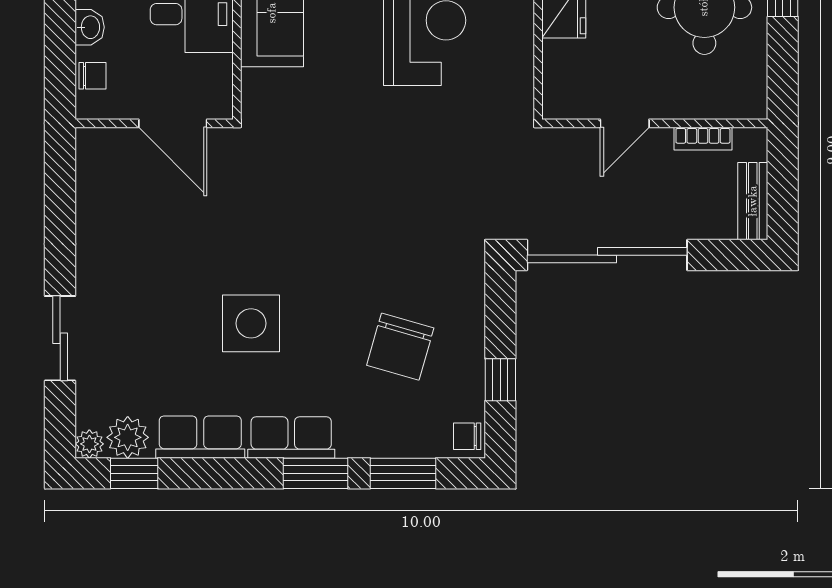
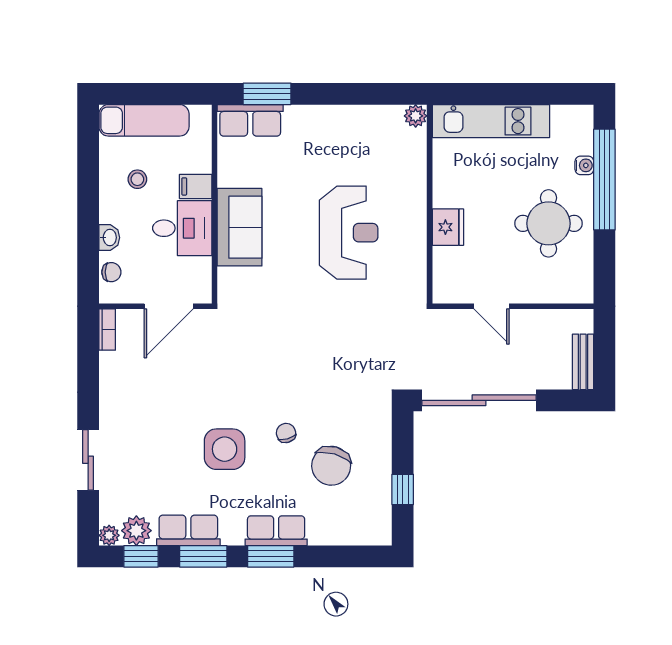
door: (173, 123) -> (169, 306), hinge flipped
door: (625, 123) -> (492, 306), hinge flipped
bookcase: (703, 139) -> (107, 330), moved, turned -90
chair: (467, 436) -> (286, 433), moved, turned 74
row of seats: (291, 437) -> (276, 531), moved
window: (403, 473) -> (203, 556), moved

